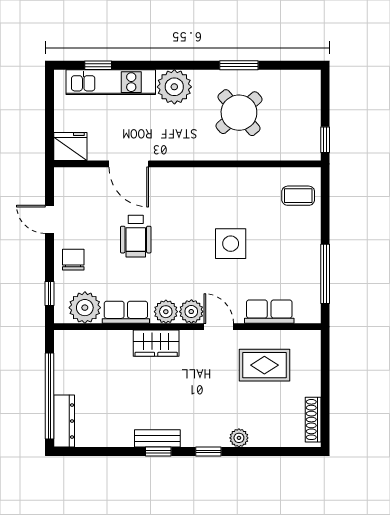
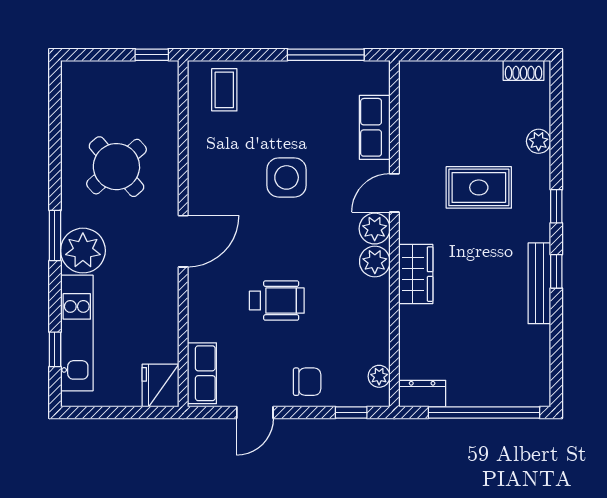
window: (239, 65) -> (55, 236), moved
door: (129, 164) -> (183, 241), moved
chair: (73, 260) -> (307, 382), turned 180
plant: (85, 308) -> (379, 376), width x0.53, depth x0.53
row of seats: (126, 312) -> (202, 373), moved, turned 180
rug: (264, 365) -> (479, 187), moved, turned 90
shoe rack: (313, 420) -> (524, 70), width x0.70
dresser: (64, 421) -> (422, 394), moved, width x0.70
bench: (157, 438) -> (539, 283), width x1.36
plant: (239, 438) -> (539, 141), moved

